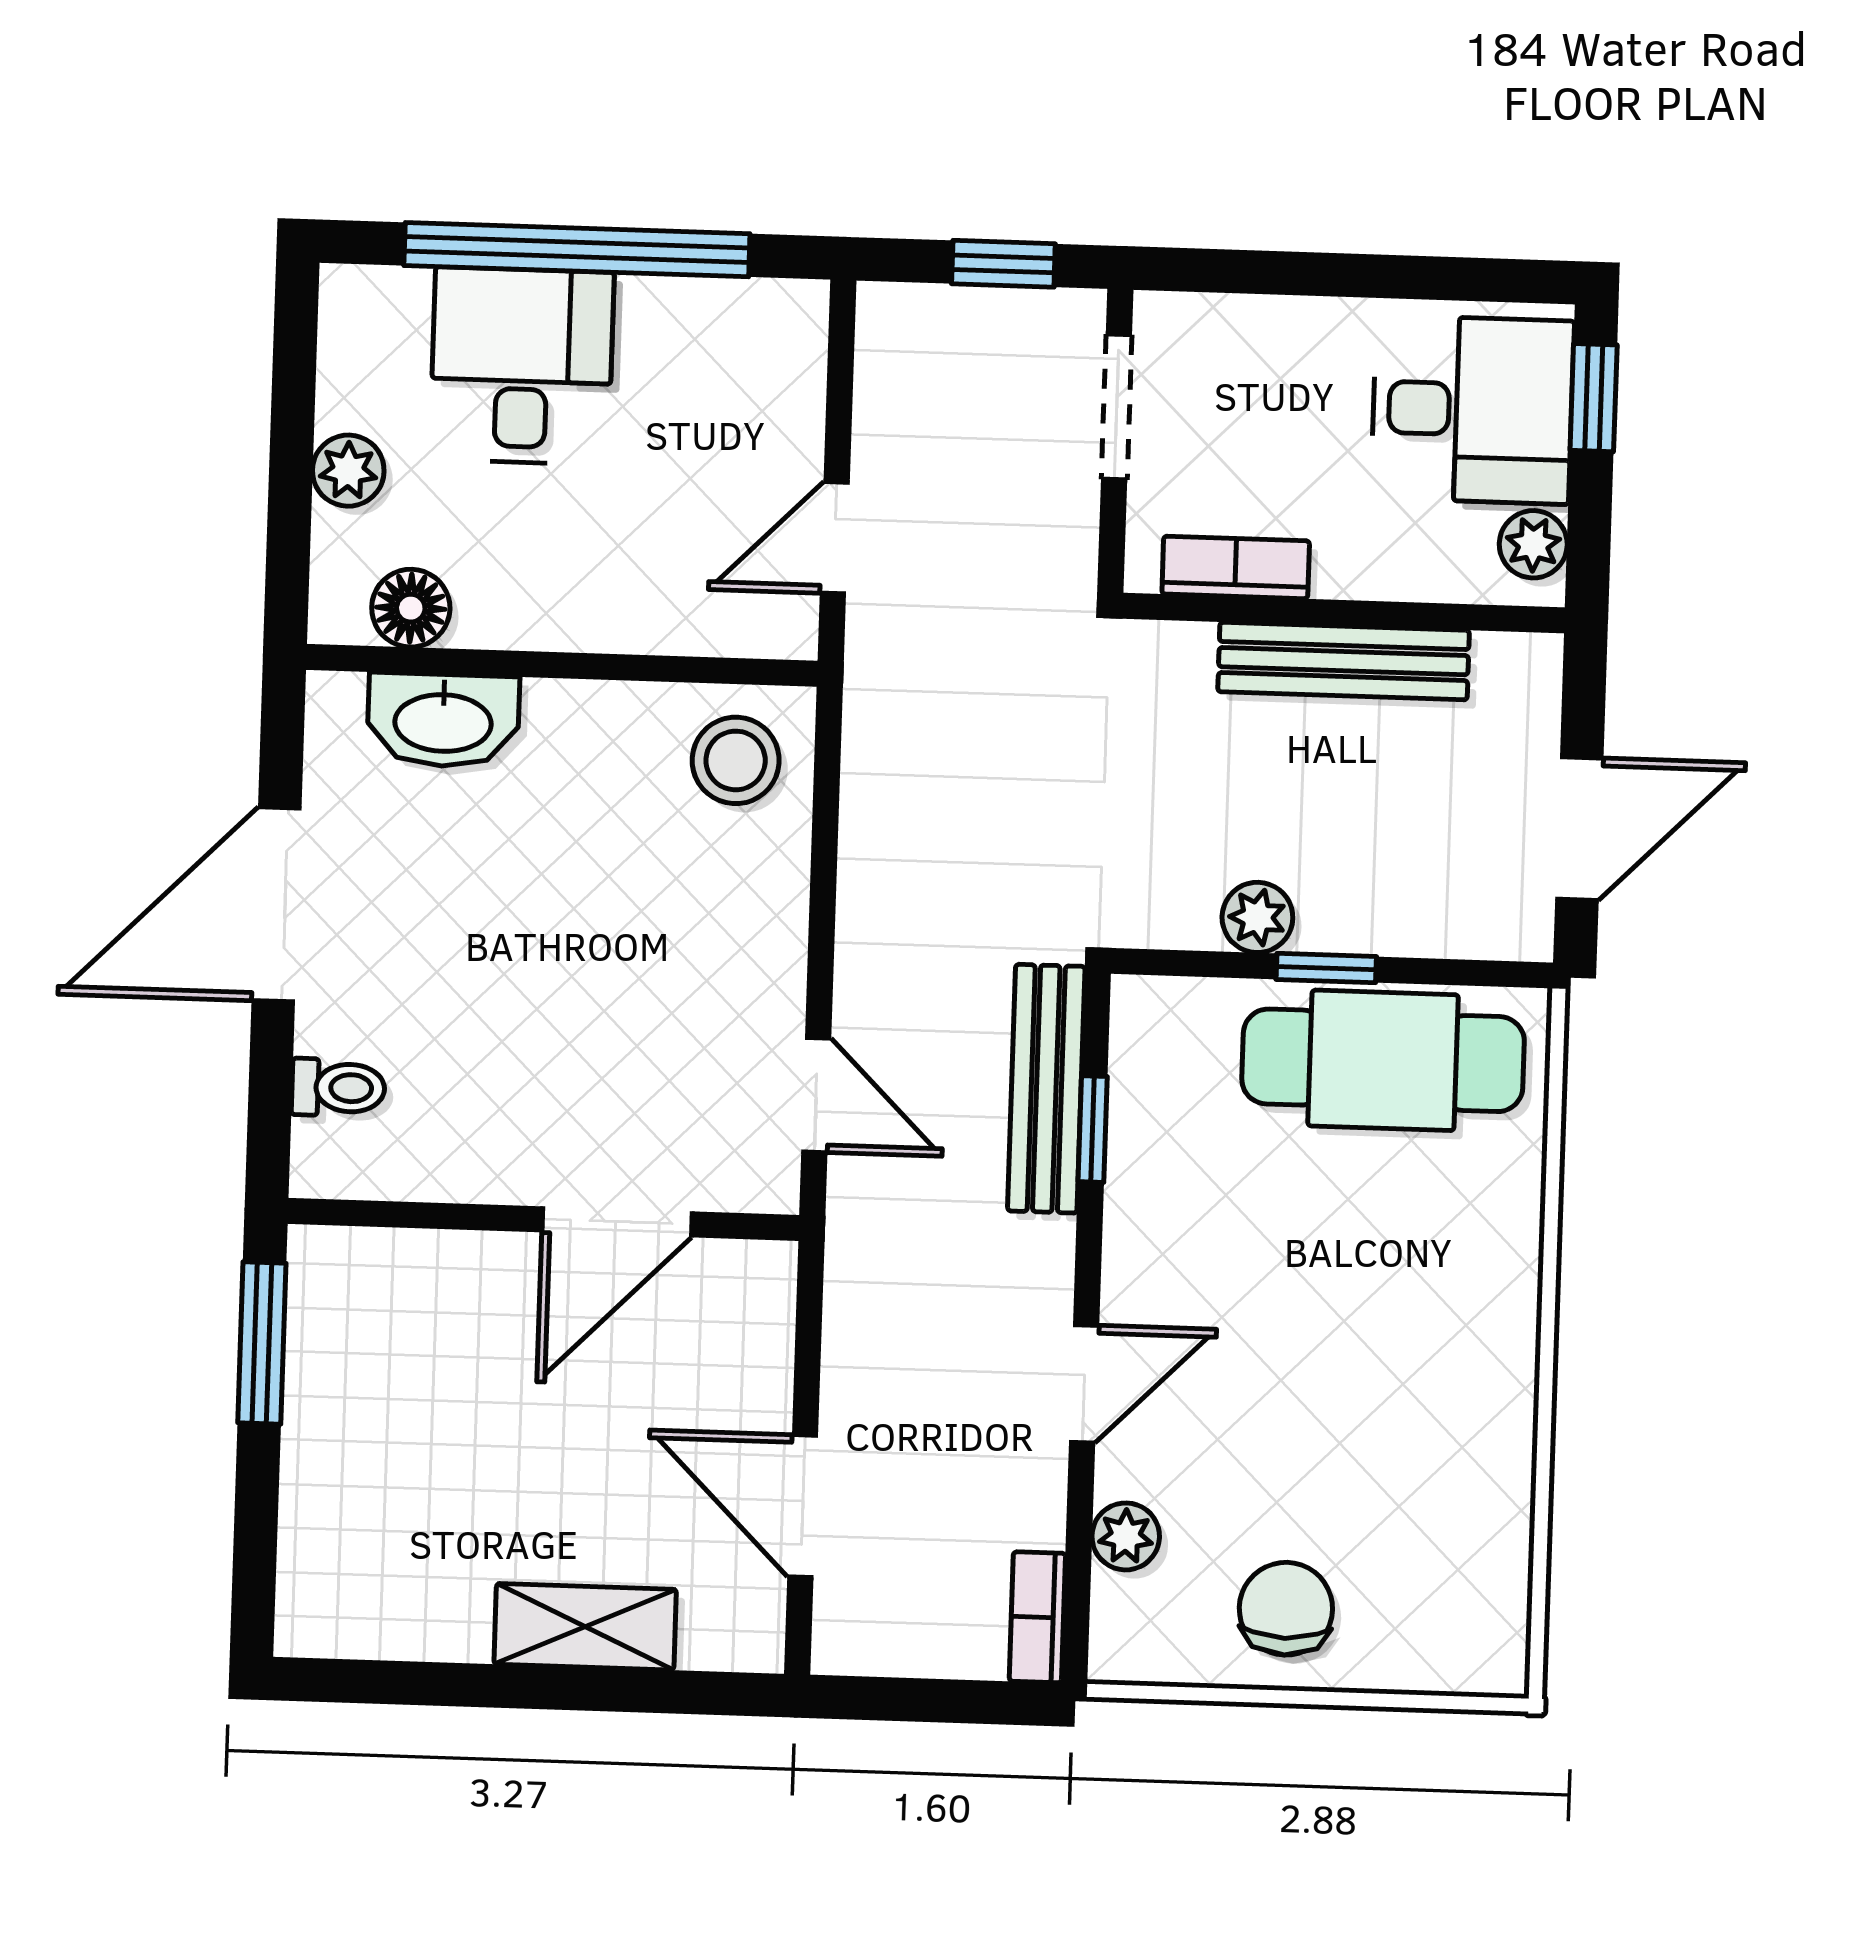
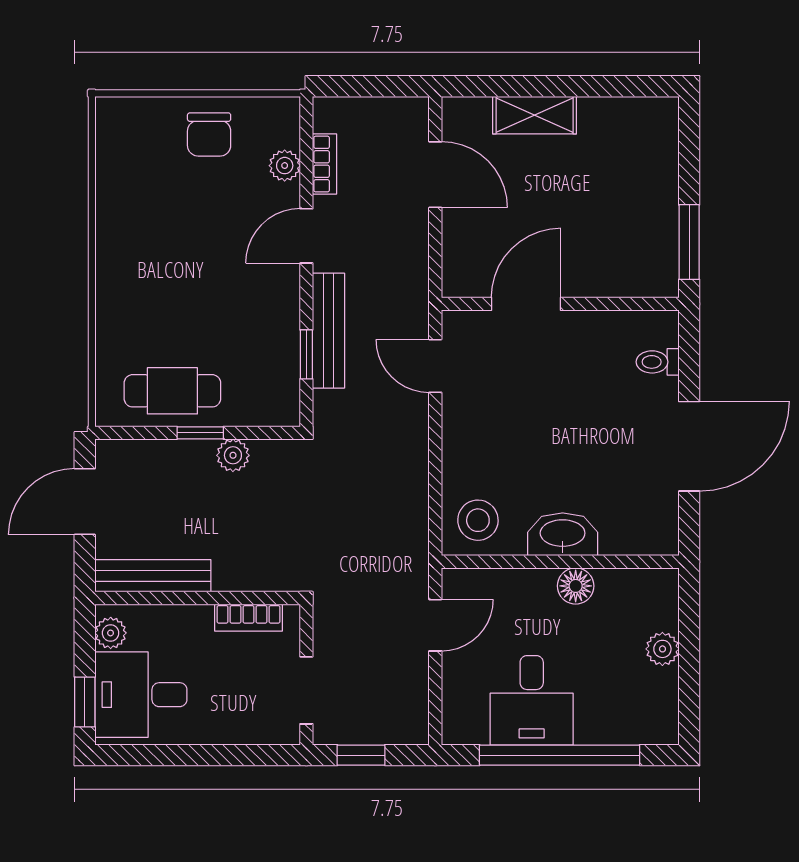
desk: (522, 366) -> (532, 700), moved
floor lamp: (411, 608) -> (576, 586), moved
bench: (1344, 661) -> (153, 576), moved
washbasin: (443, 720) -> (563, 534), moved
cafe table: (1383, 1060) -> (172, 391), width x0.73, depth x0.74
bench: (1046, 1089) -> (328, 331), moved
bookcase: (1037, 1617) -> (324, 164), moved

